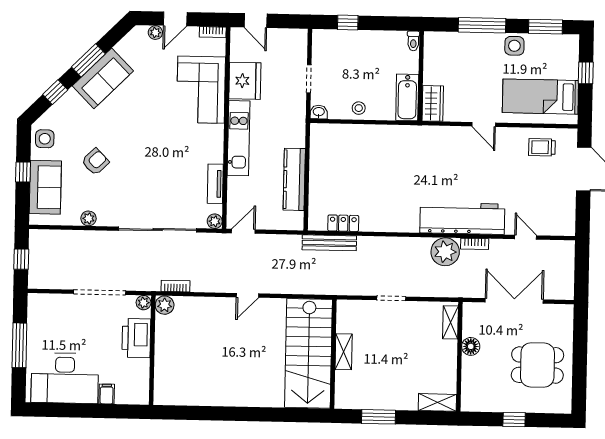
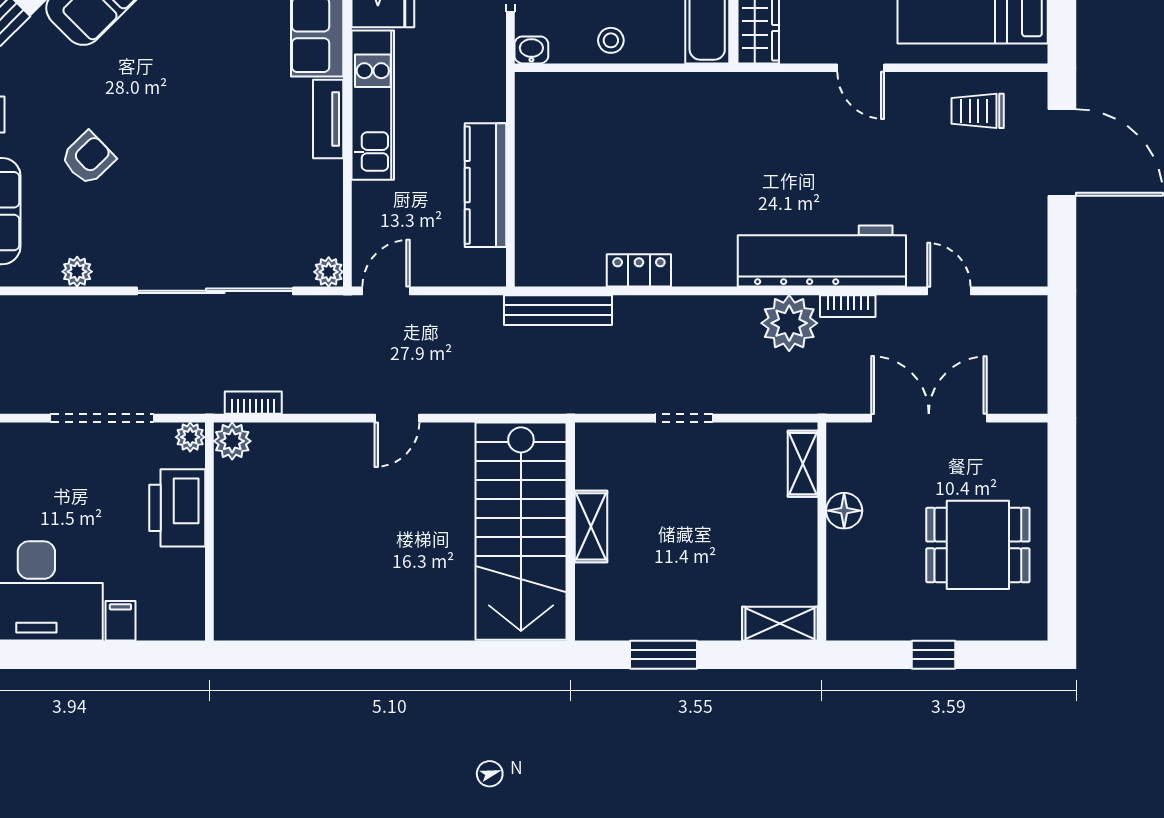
tv unit: (215, 184) -> (328, 119), moved
locker: (343, 223) -> (639, 270), moved

